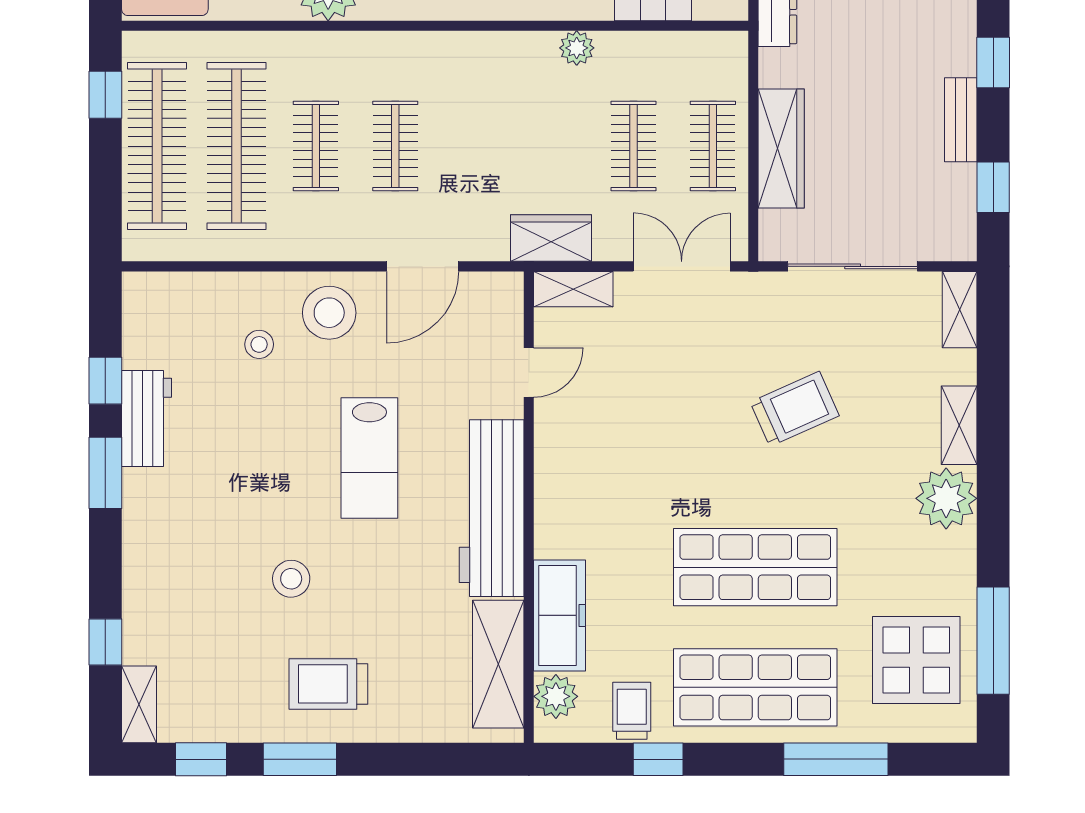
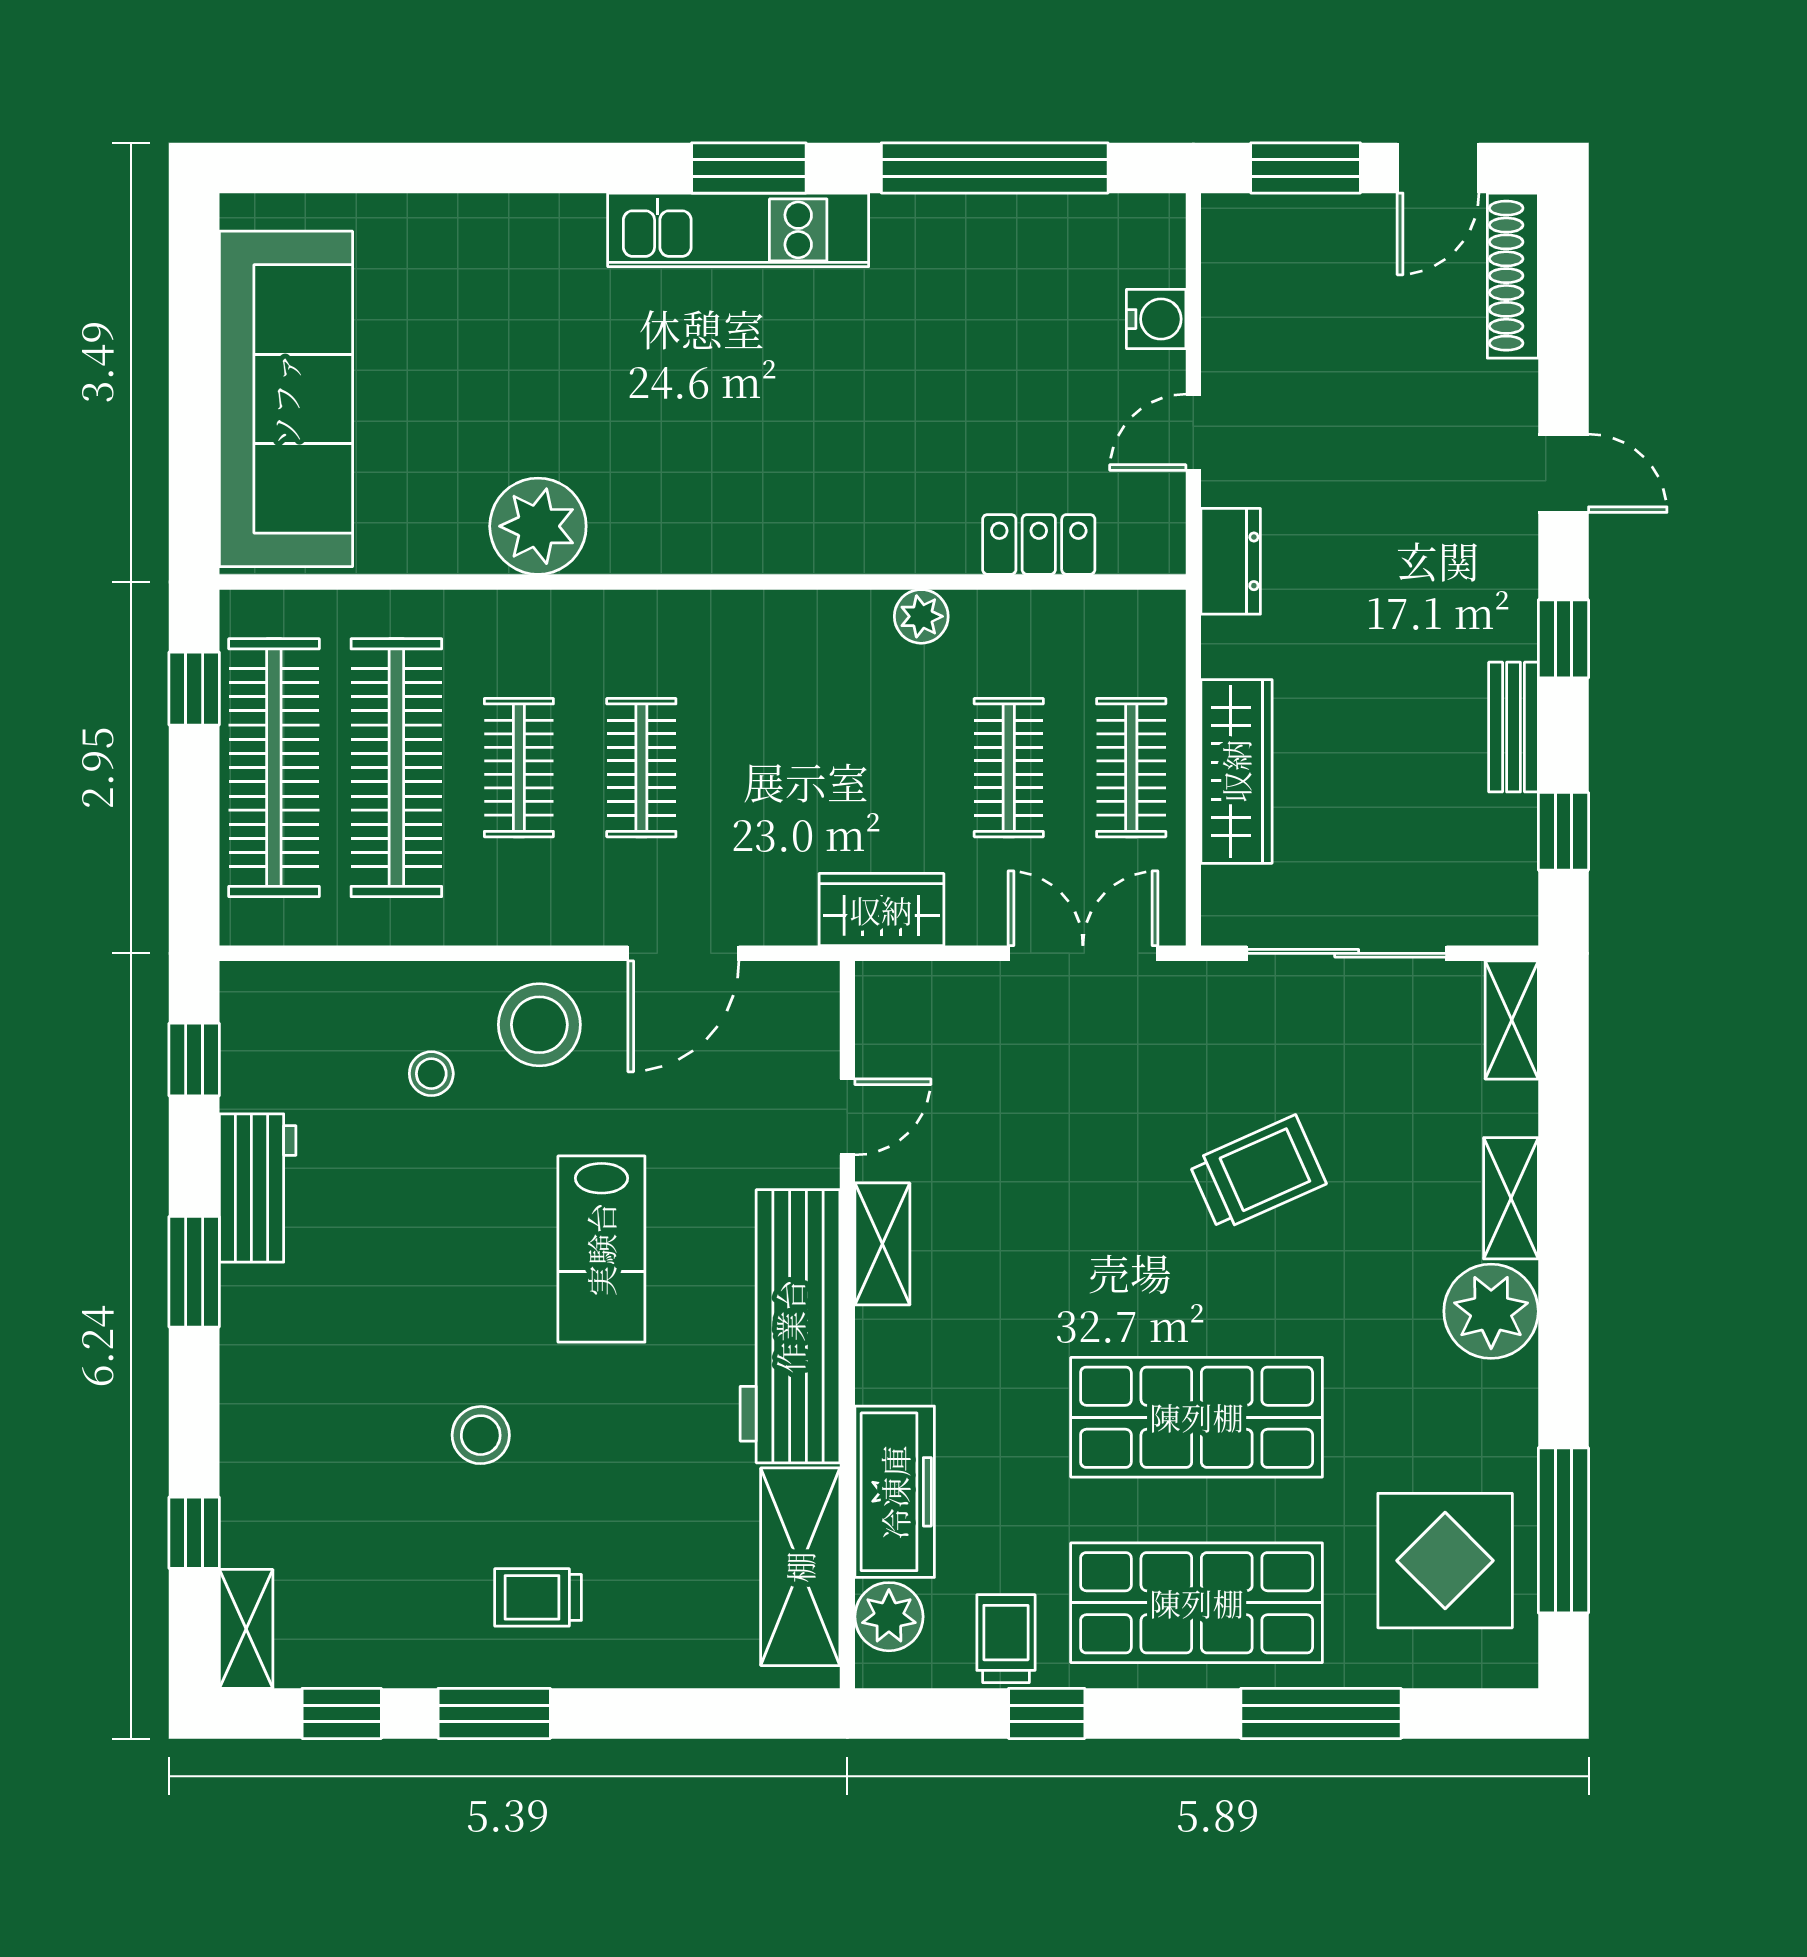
shelving: (573, 289) -> (882, 1244), moved, turned 90
window: (105, 381) -> (194, 1060), moved
trolley: (328, 684) -> (538, 1597), width x0.73, depth x0.72

